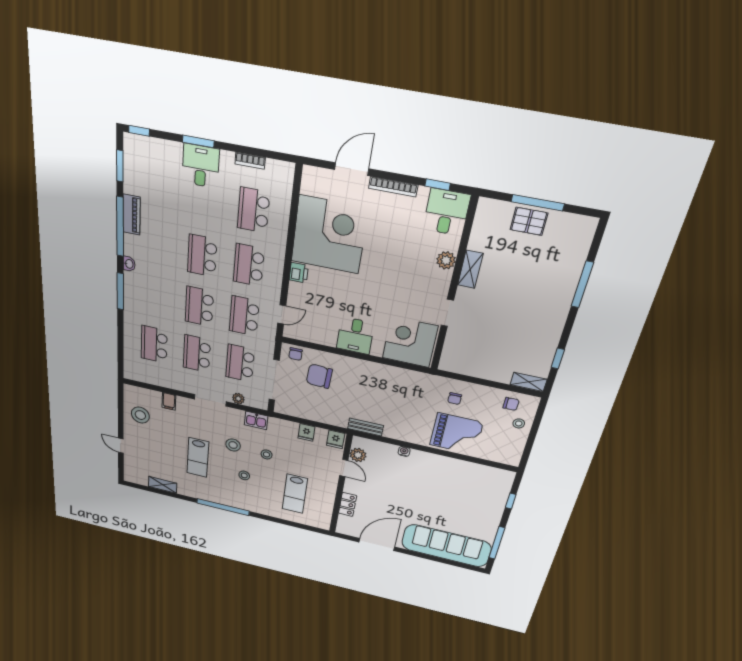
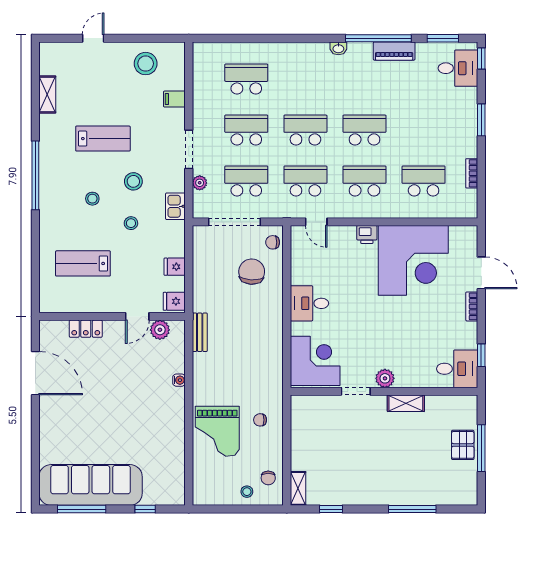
desk: (201, 166) -> (458, 68), moved
bookcase: (393, 187) -> (472, 306), width x0.64
plant: (446, 260) -> (385, 378), moved
window: (120, 291) -> (304, 38), removed
lab bench: (198, 457) -> (103, 139), turned 180
sofa: (446, 546) -> (91, 485), moved, turned -90

